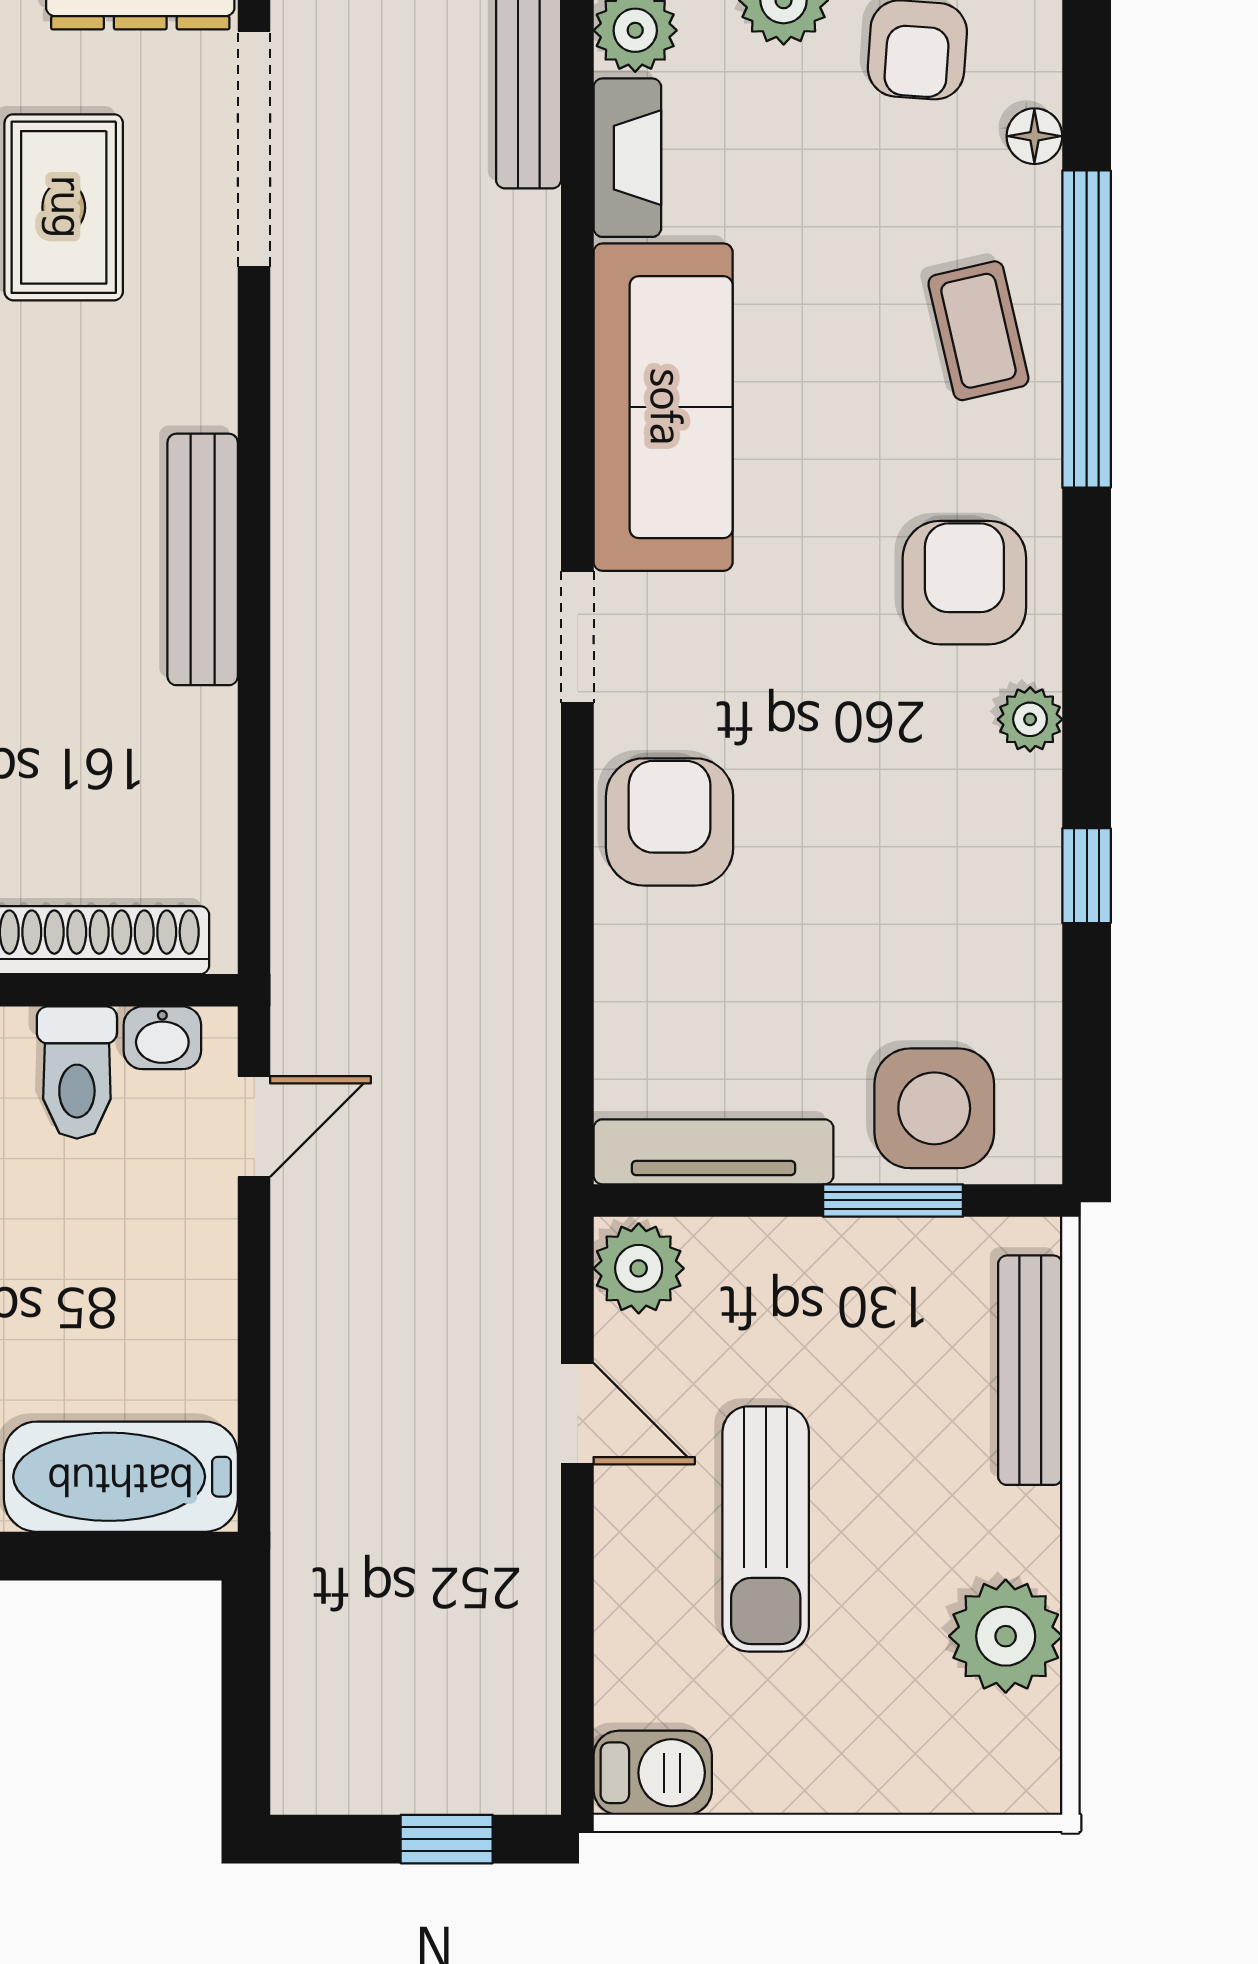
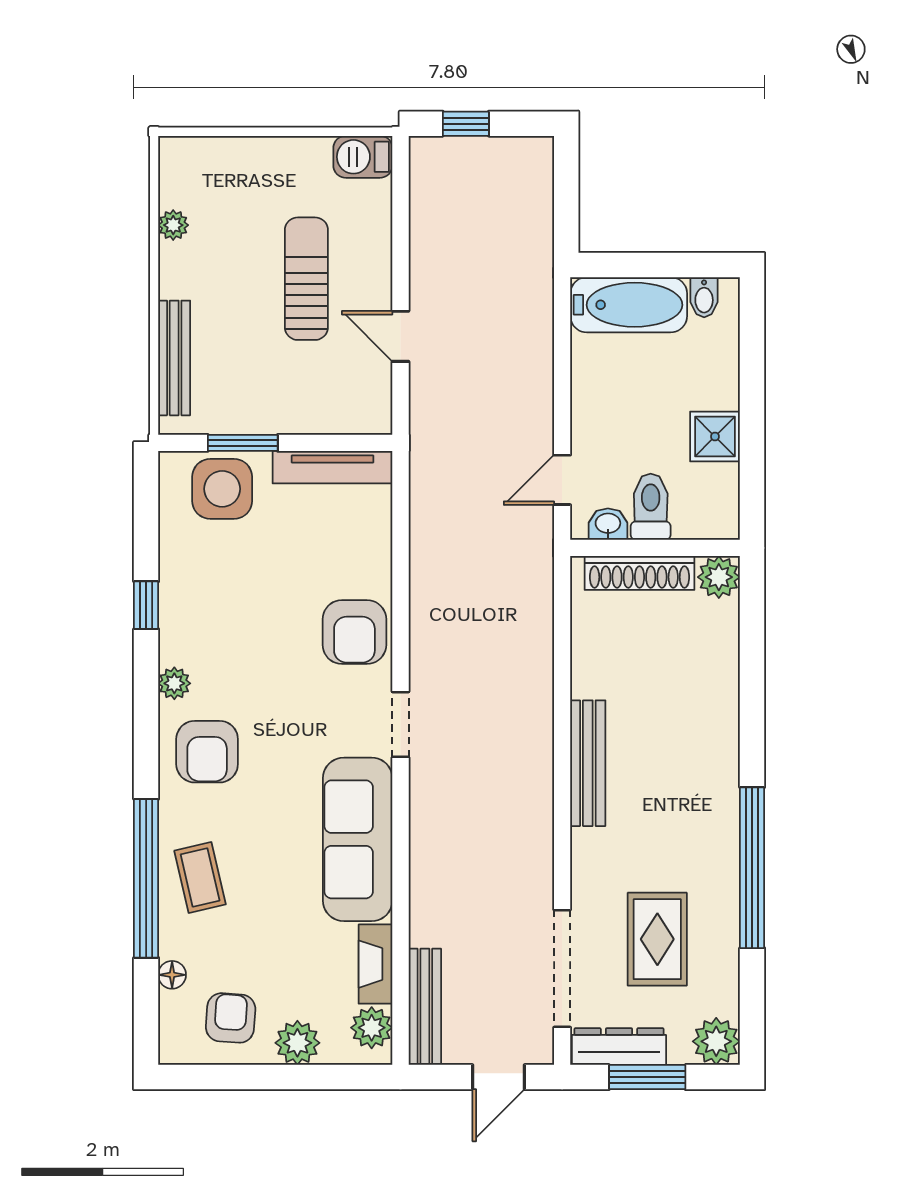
plant: (639, 1268) -> (370, 409), removed
plant: (1006, 1636) -> (173, 225), width x0.53, depth x0.53

